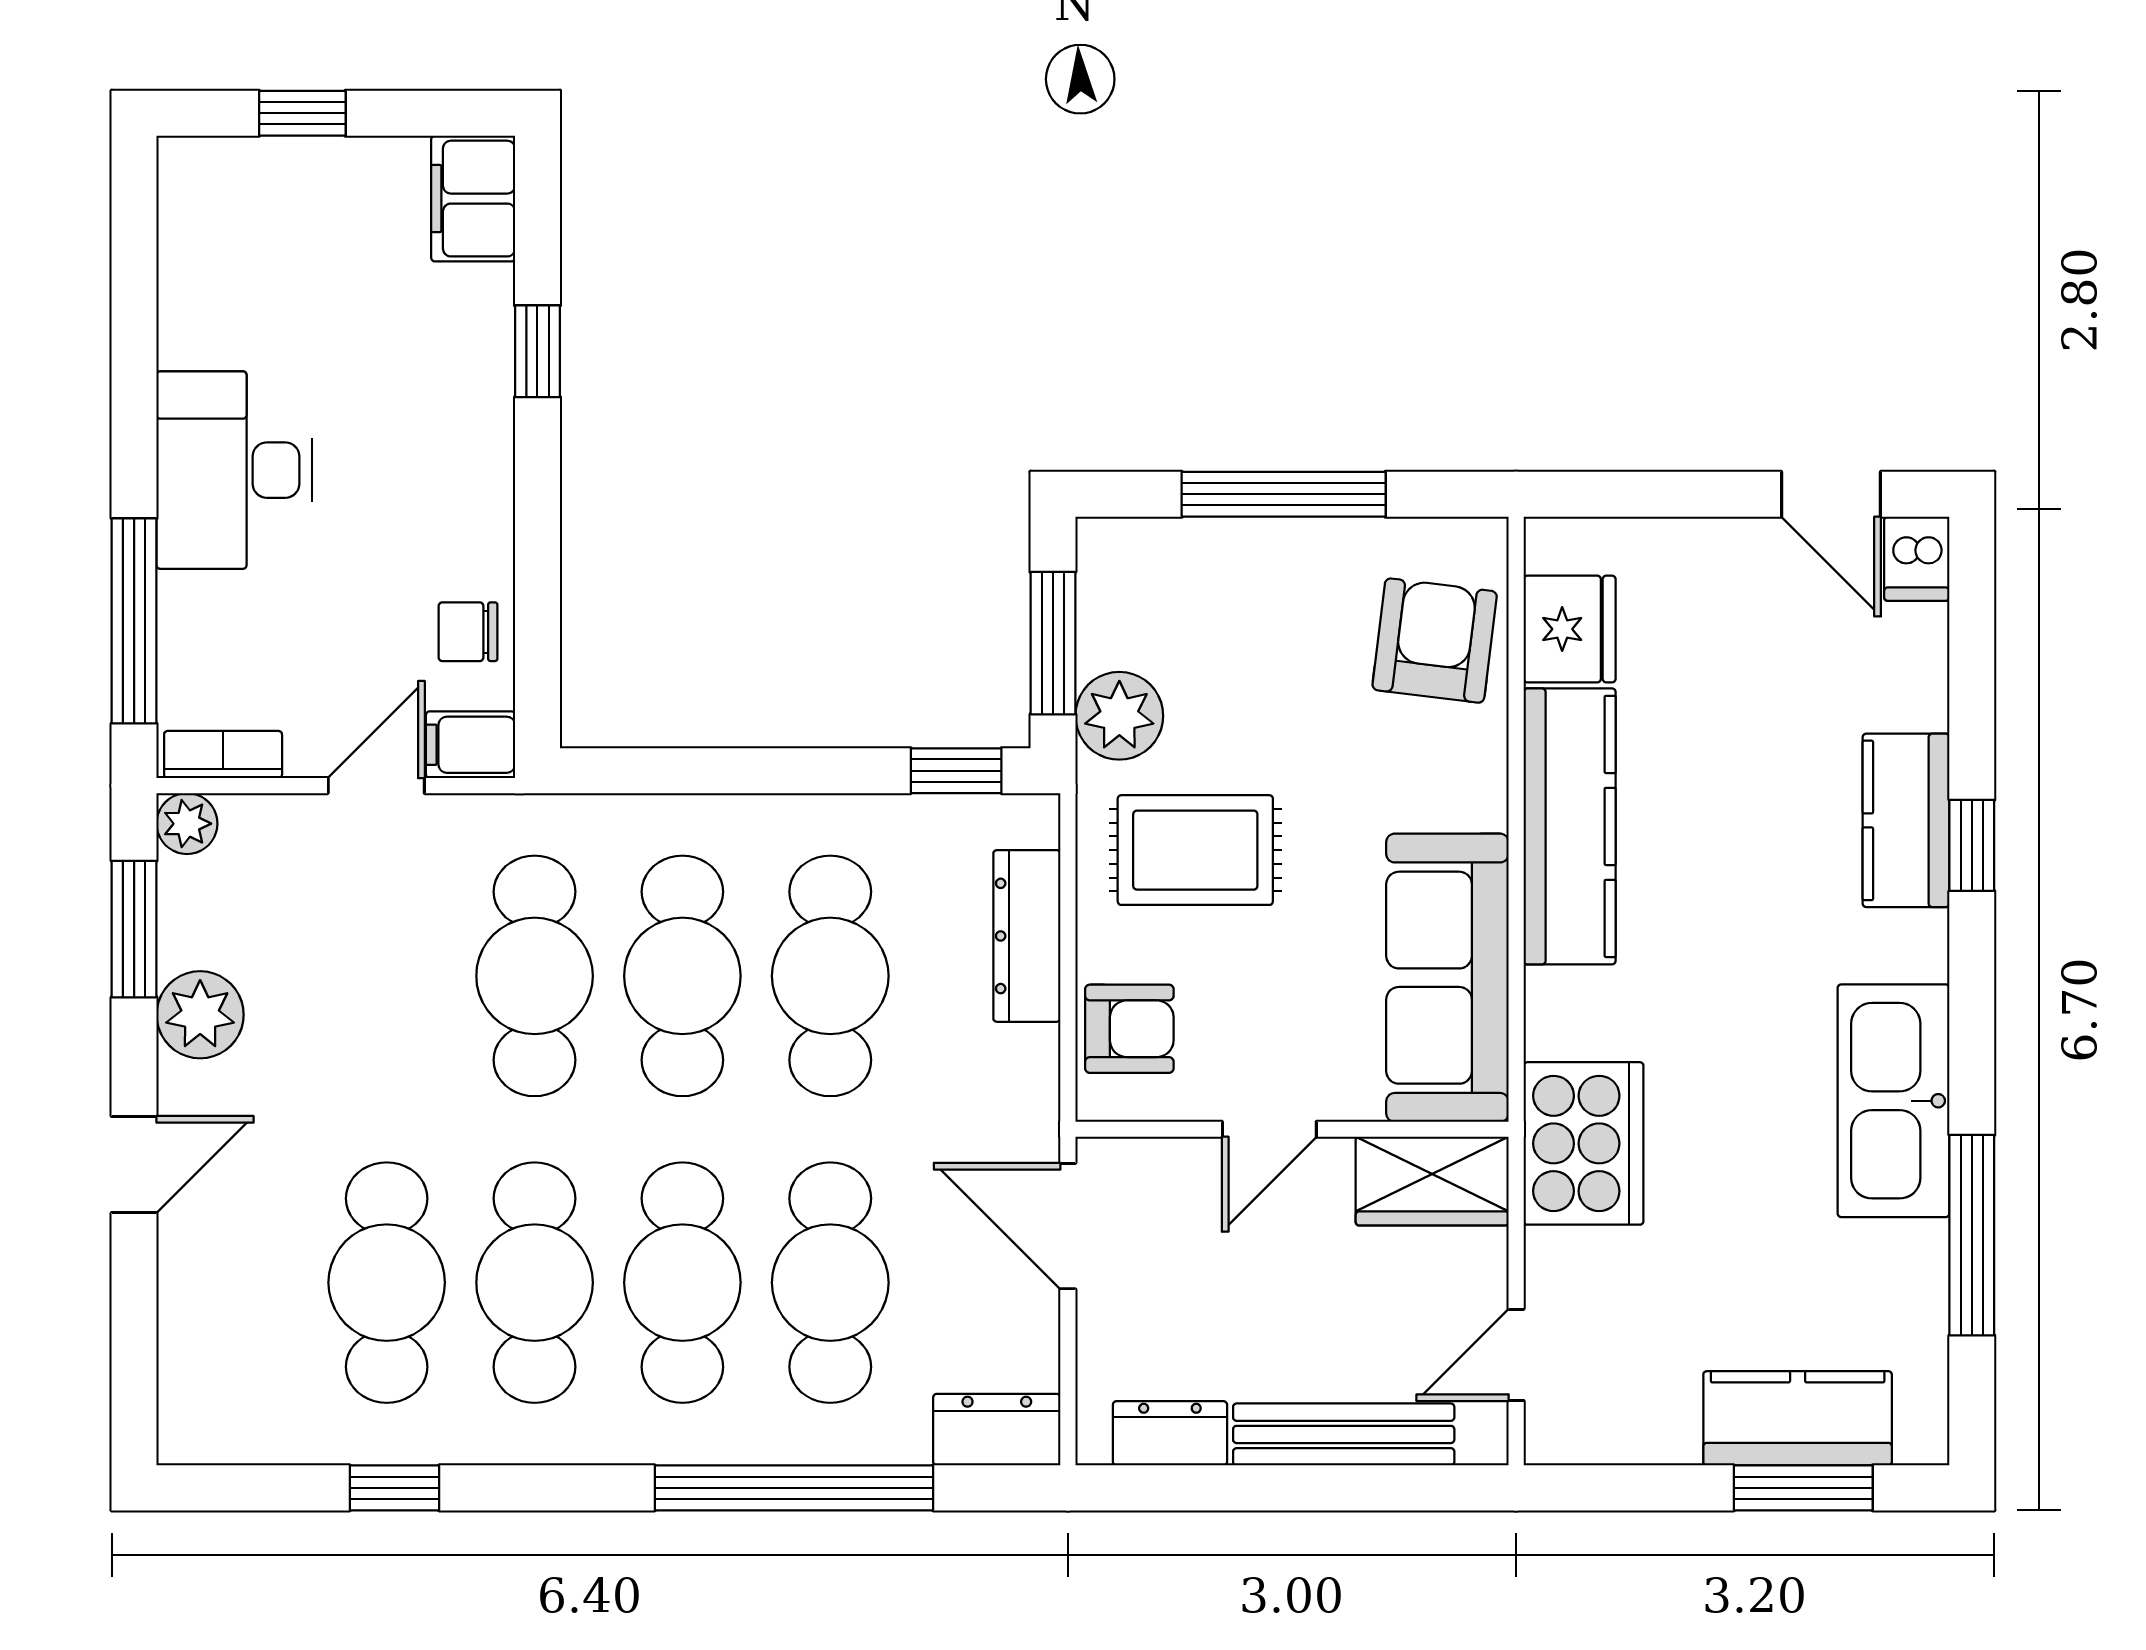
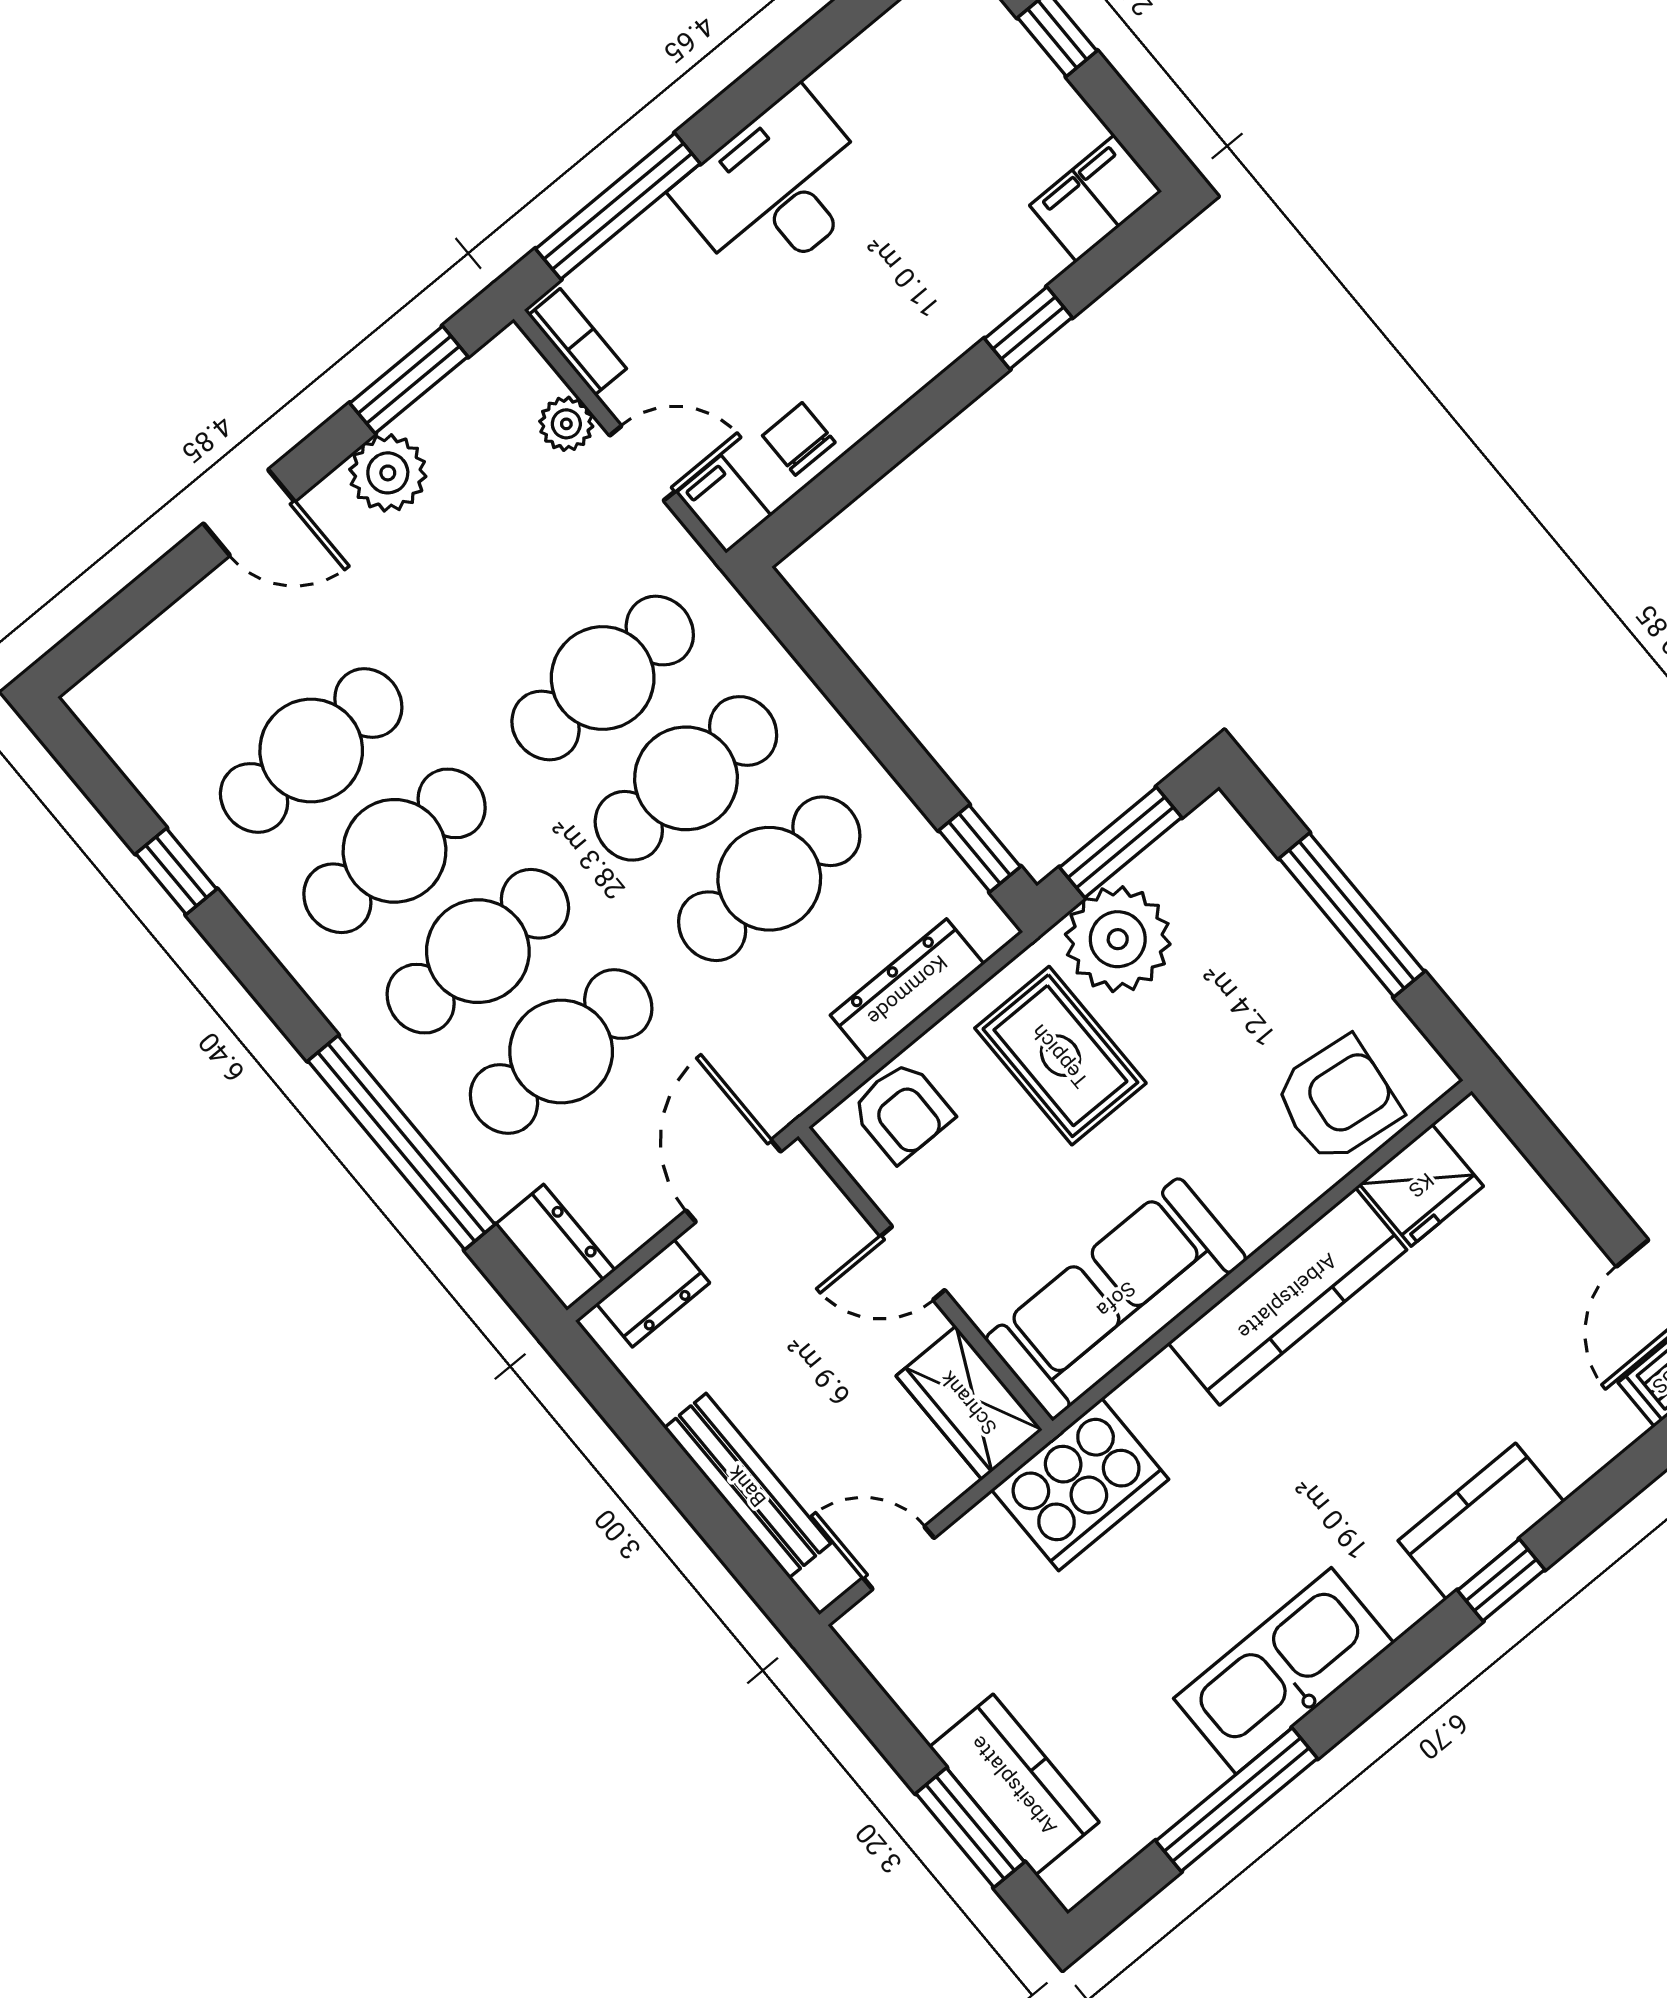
plant: (1119, 716) -> (1118, 939), width x1.36, depth x1.36
plant: (187, 824) -> (566, 424), moved
dresser: (1170, 1433) -> (653, 1293), moved, turned 90

